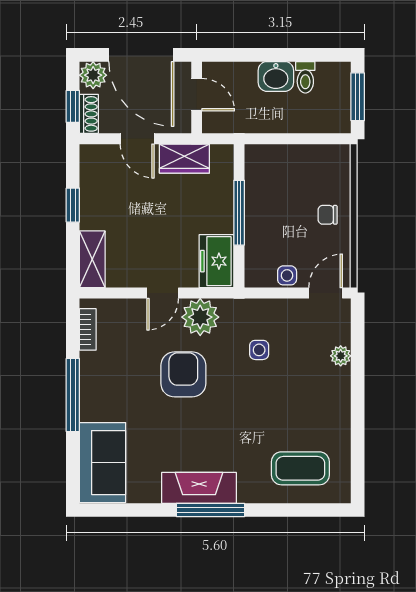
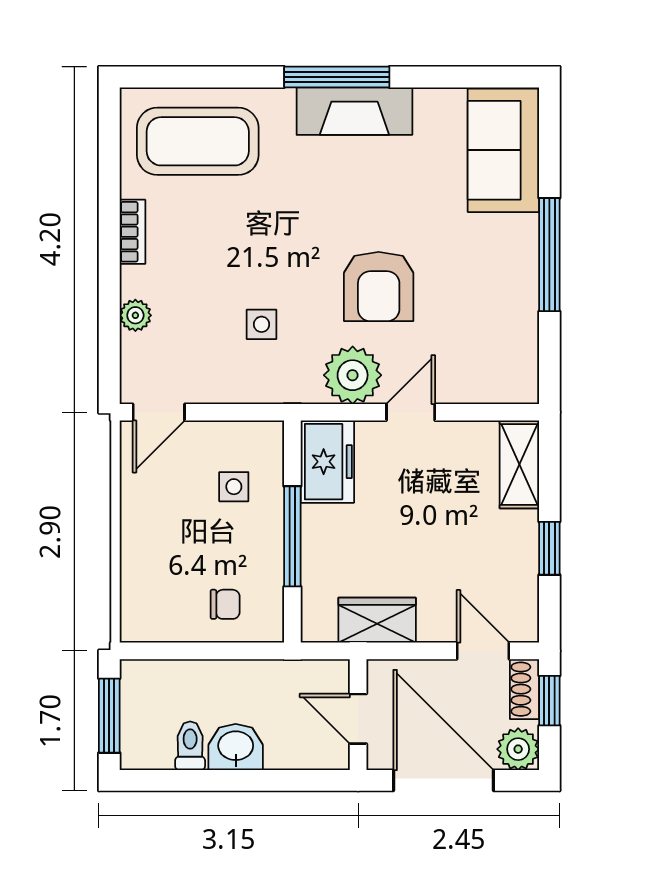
door: (137, 139) -> (483, 651), moved
chair: (328, 215) -> (225, 604), moved
side table: (287, 275) -> (234, 487), moved
bookcase: (88, 329) -> (132, 232), moved, turned 180
coffee table: (300, 468) -> (198, 141), width x1.36, depth x1.32

